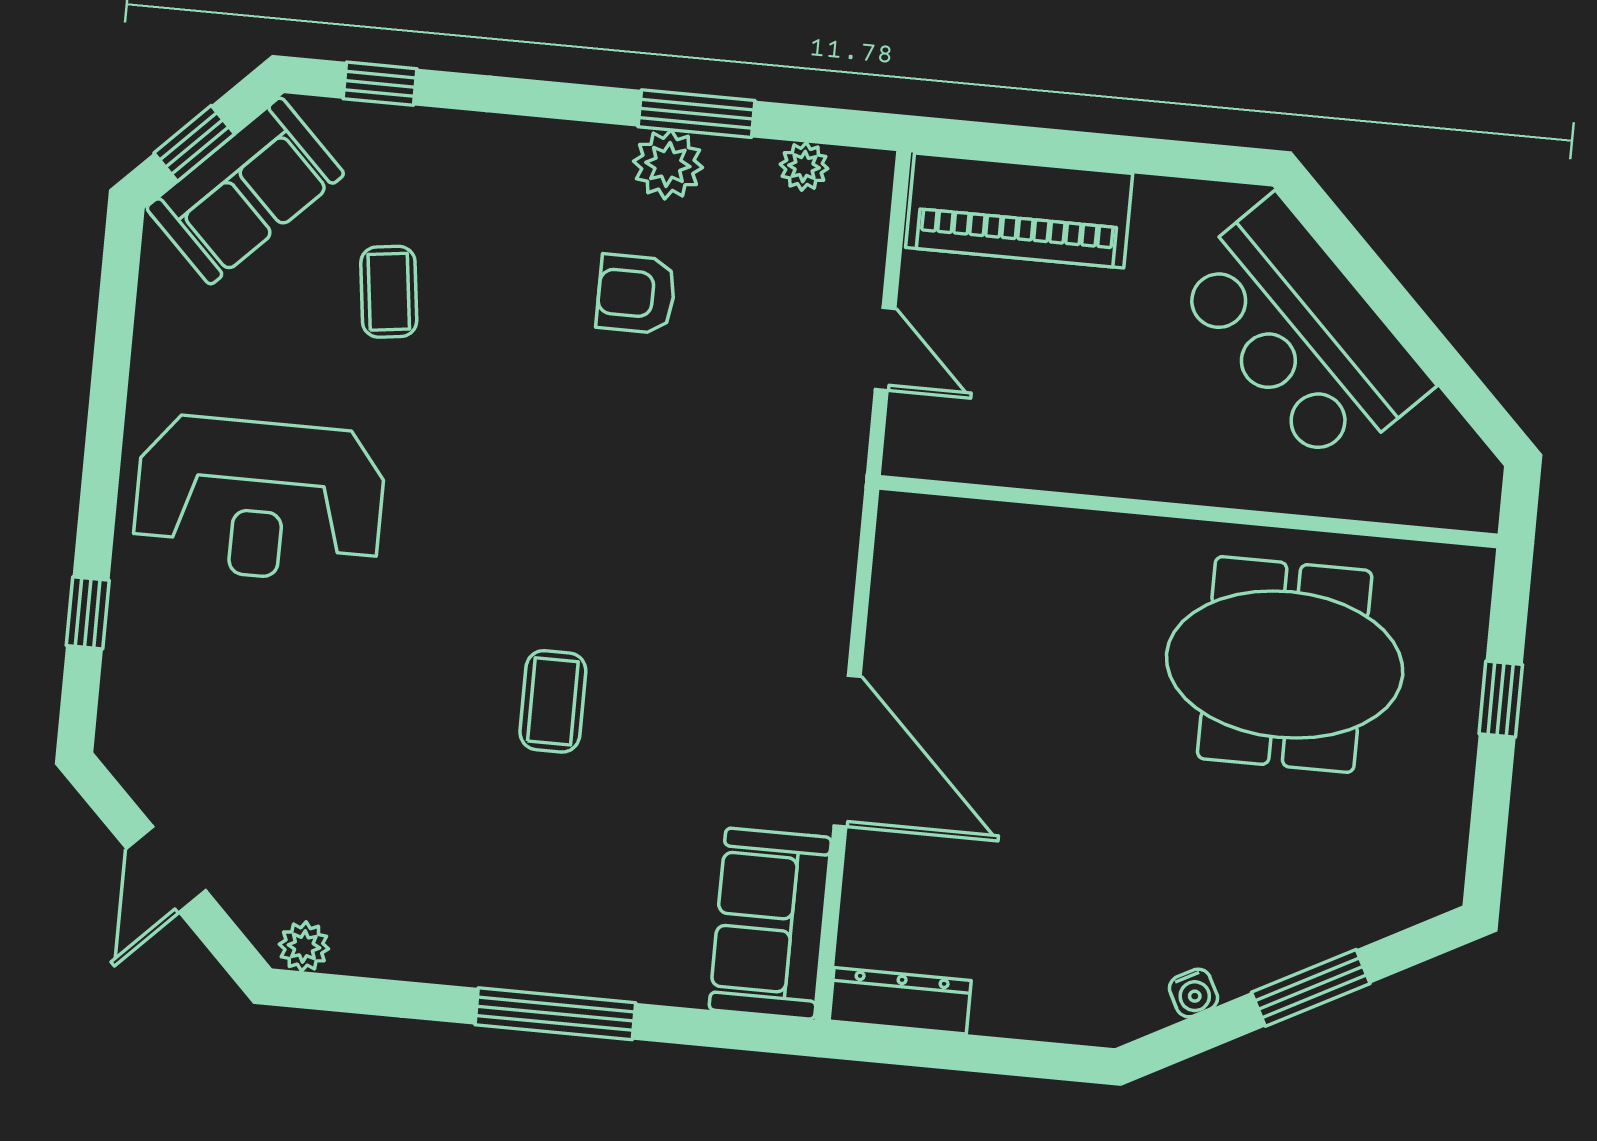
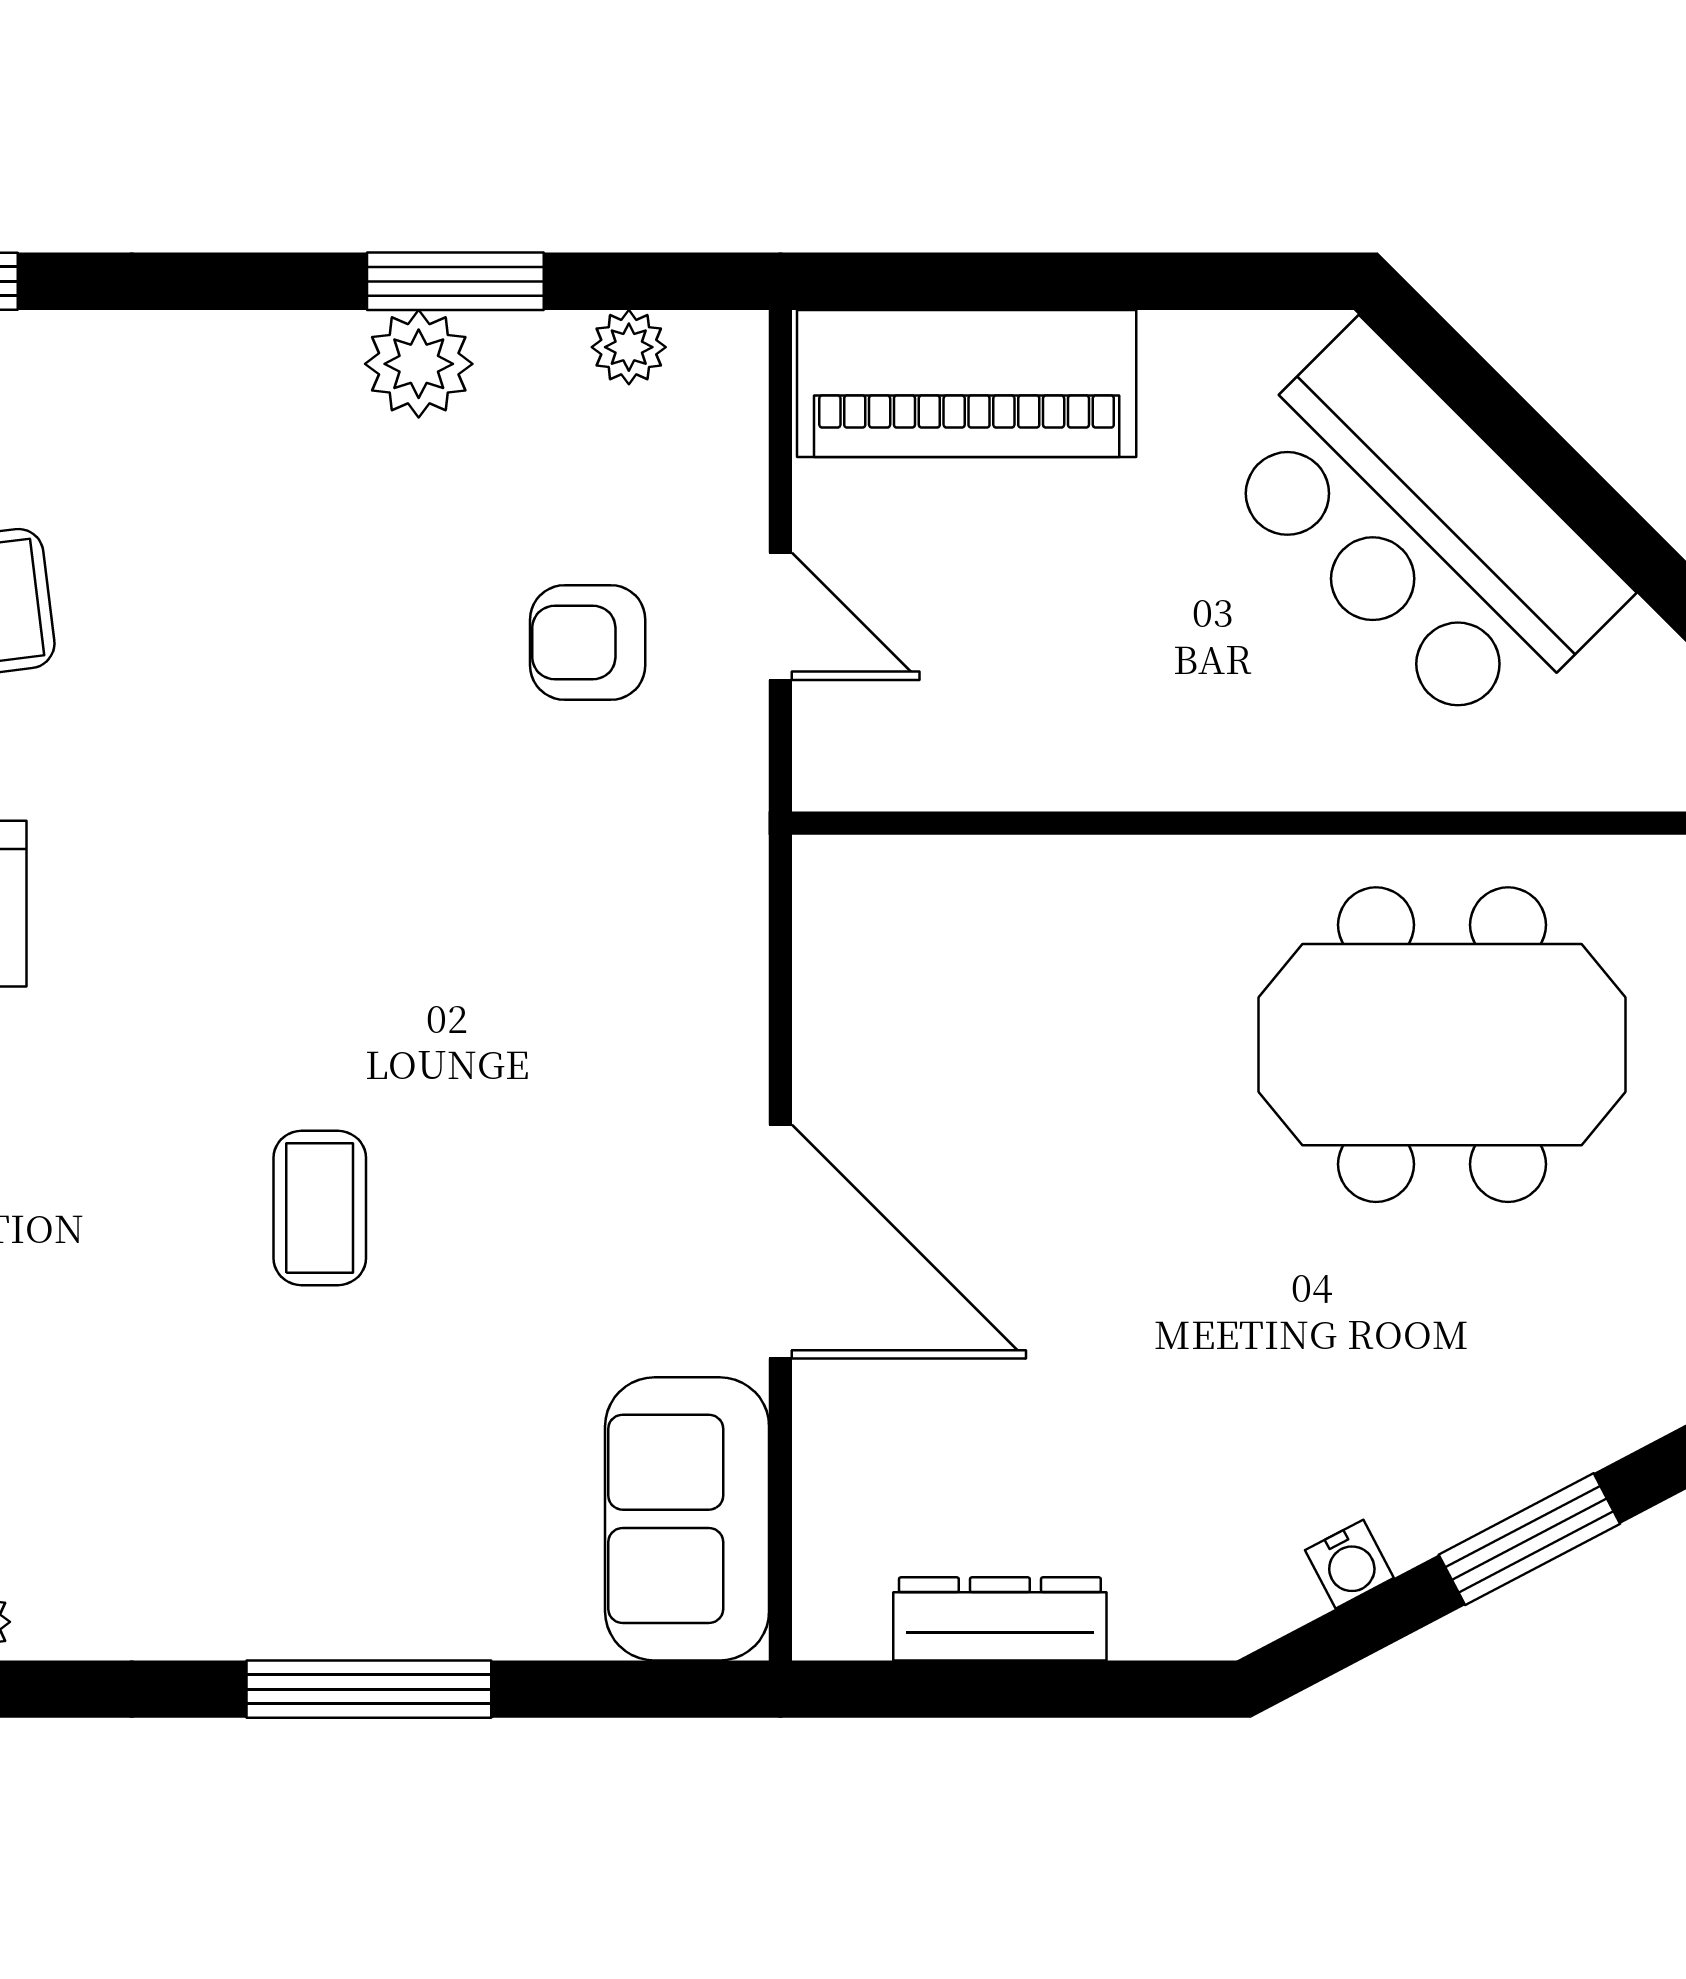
armchair: (636, 294) -> (588, 642), moved
dresser: (900, 1001) -> (1000, 1619), moved

